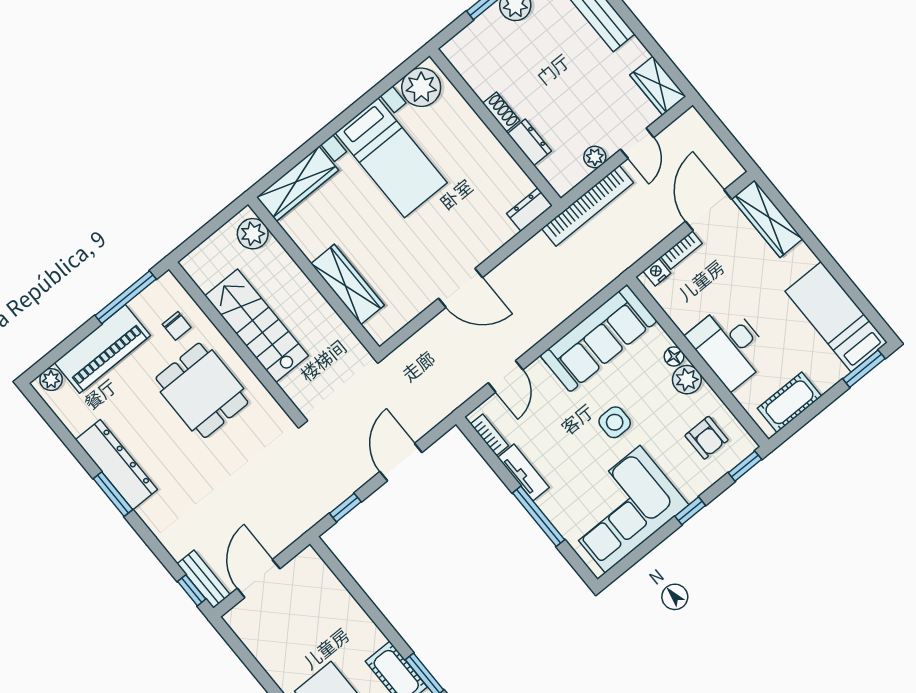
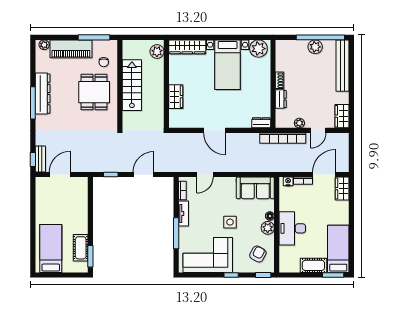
wardrobe: (767, 219) -> (342, 189), width x0.67
wardrobe: (348, 284) -> (176, 97), width x0.67
sofa: (599, 338) -> (255, 188), width x0.73
cot: (789, 402) -> (313, 265), moved
armchair: (707, 438) -> (258, 254), turned -151
window: (113, 494) -> (33, 103), width x1.44

